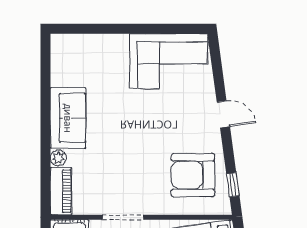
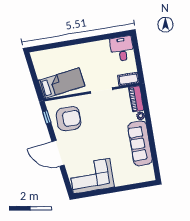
door: (223, 114) -> (58, 153), width x1.87
sofa: (68, 118) -> (140, 143), width x1.36

